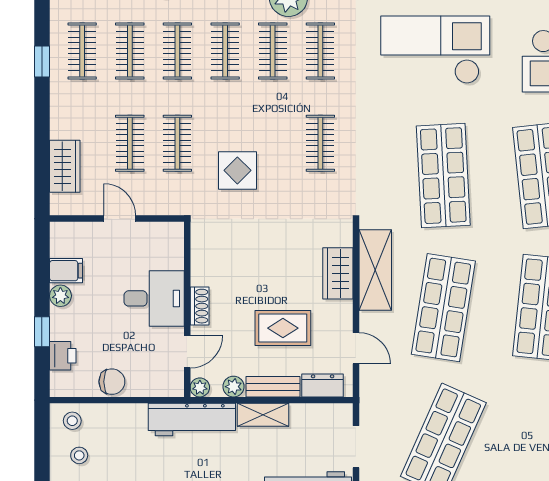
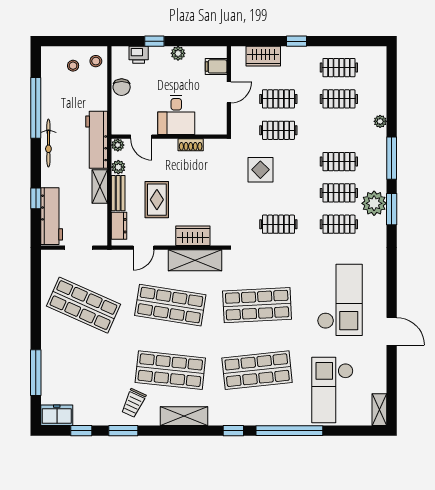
clothes rail: (177, 51) -> (339, 130), removed
window: (42, 62) -> (296, 41), moved
filing cabinet: (66, 271) -> (216, 66), moved, turned 90
shoe rack: (200, 306) -> (191, 145), moved

